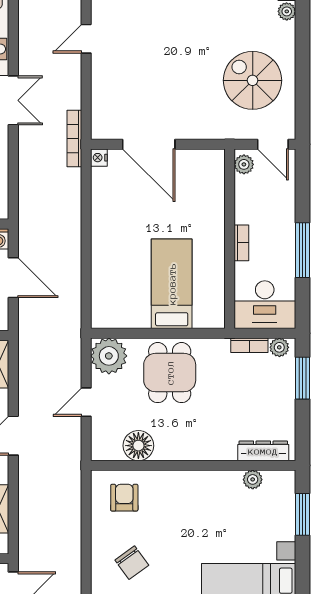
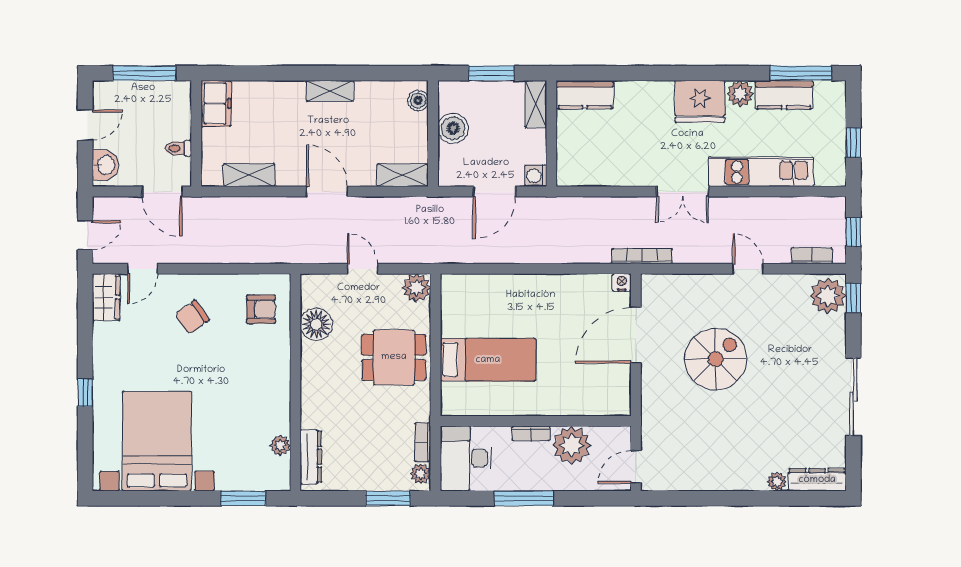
spiral stairs: (253, 80) -> (716, 359), moved
plant: (244, 164) -> (572, 445), moved, width x1.88, depth x1.88
plant: (109, 356) -> (417, 288), width x0.73, depth x0.73

